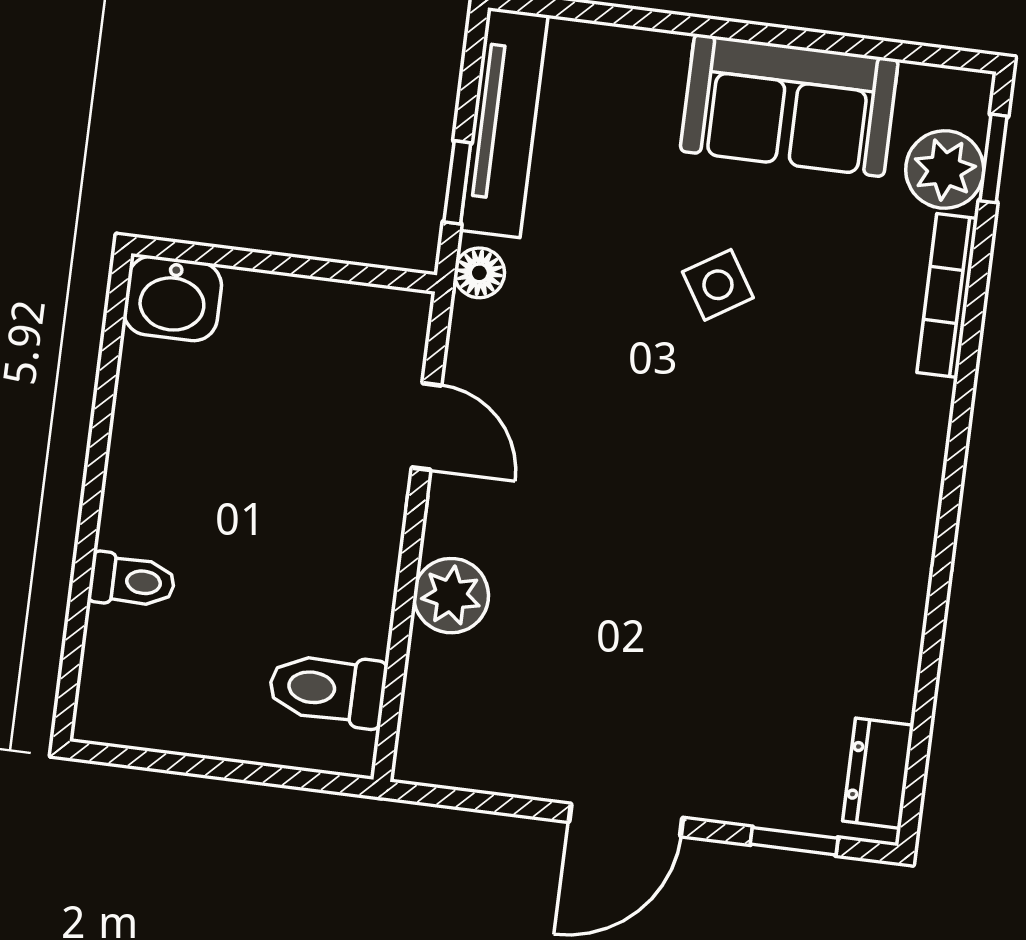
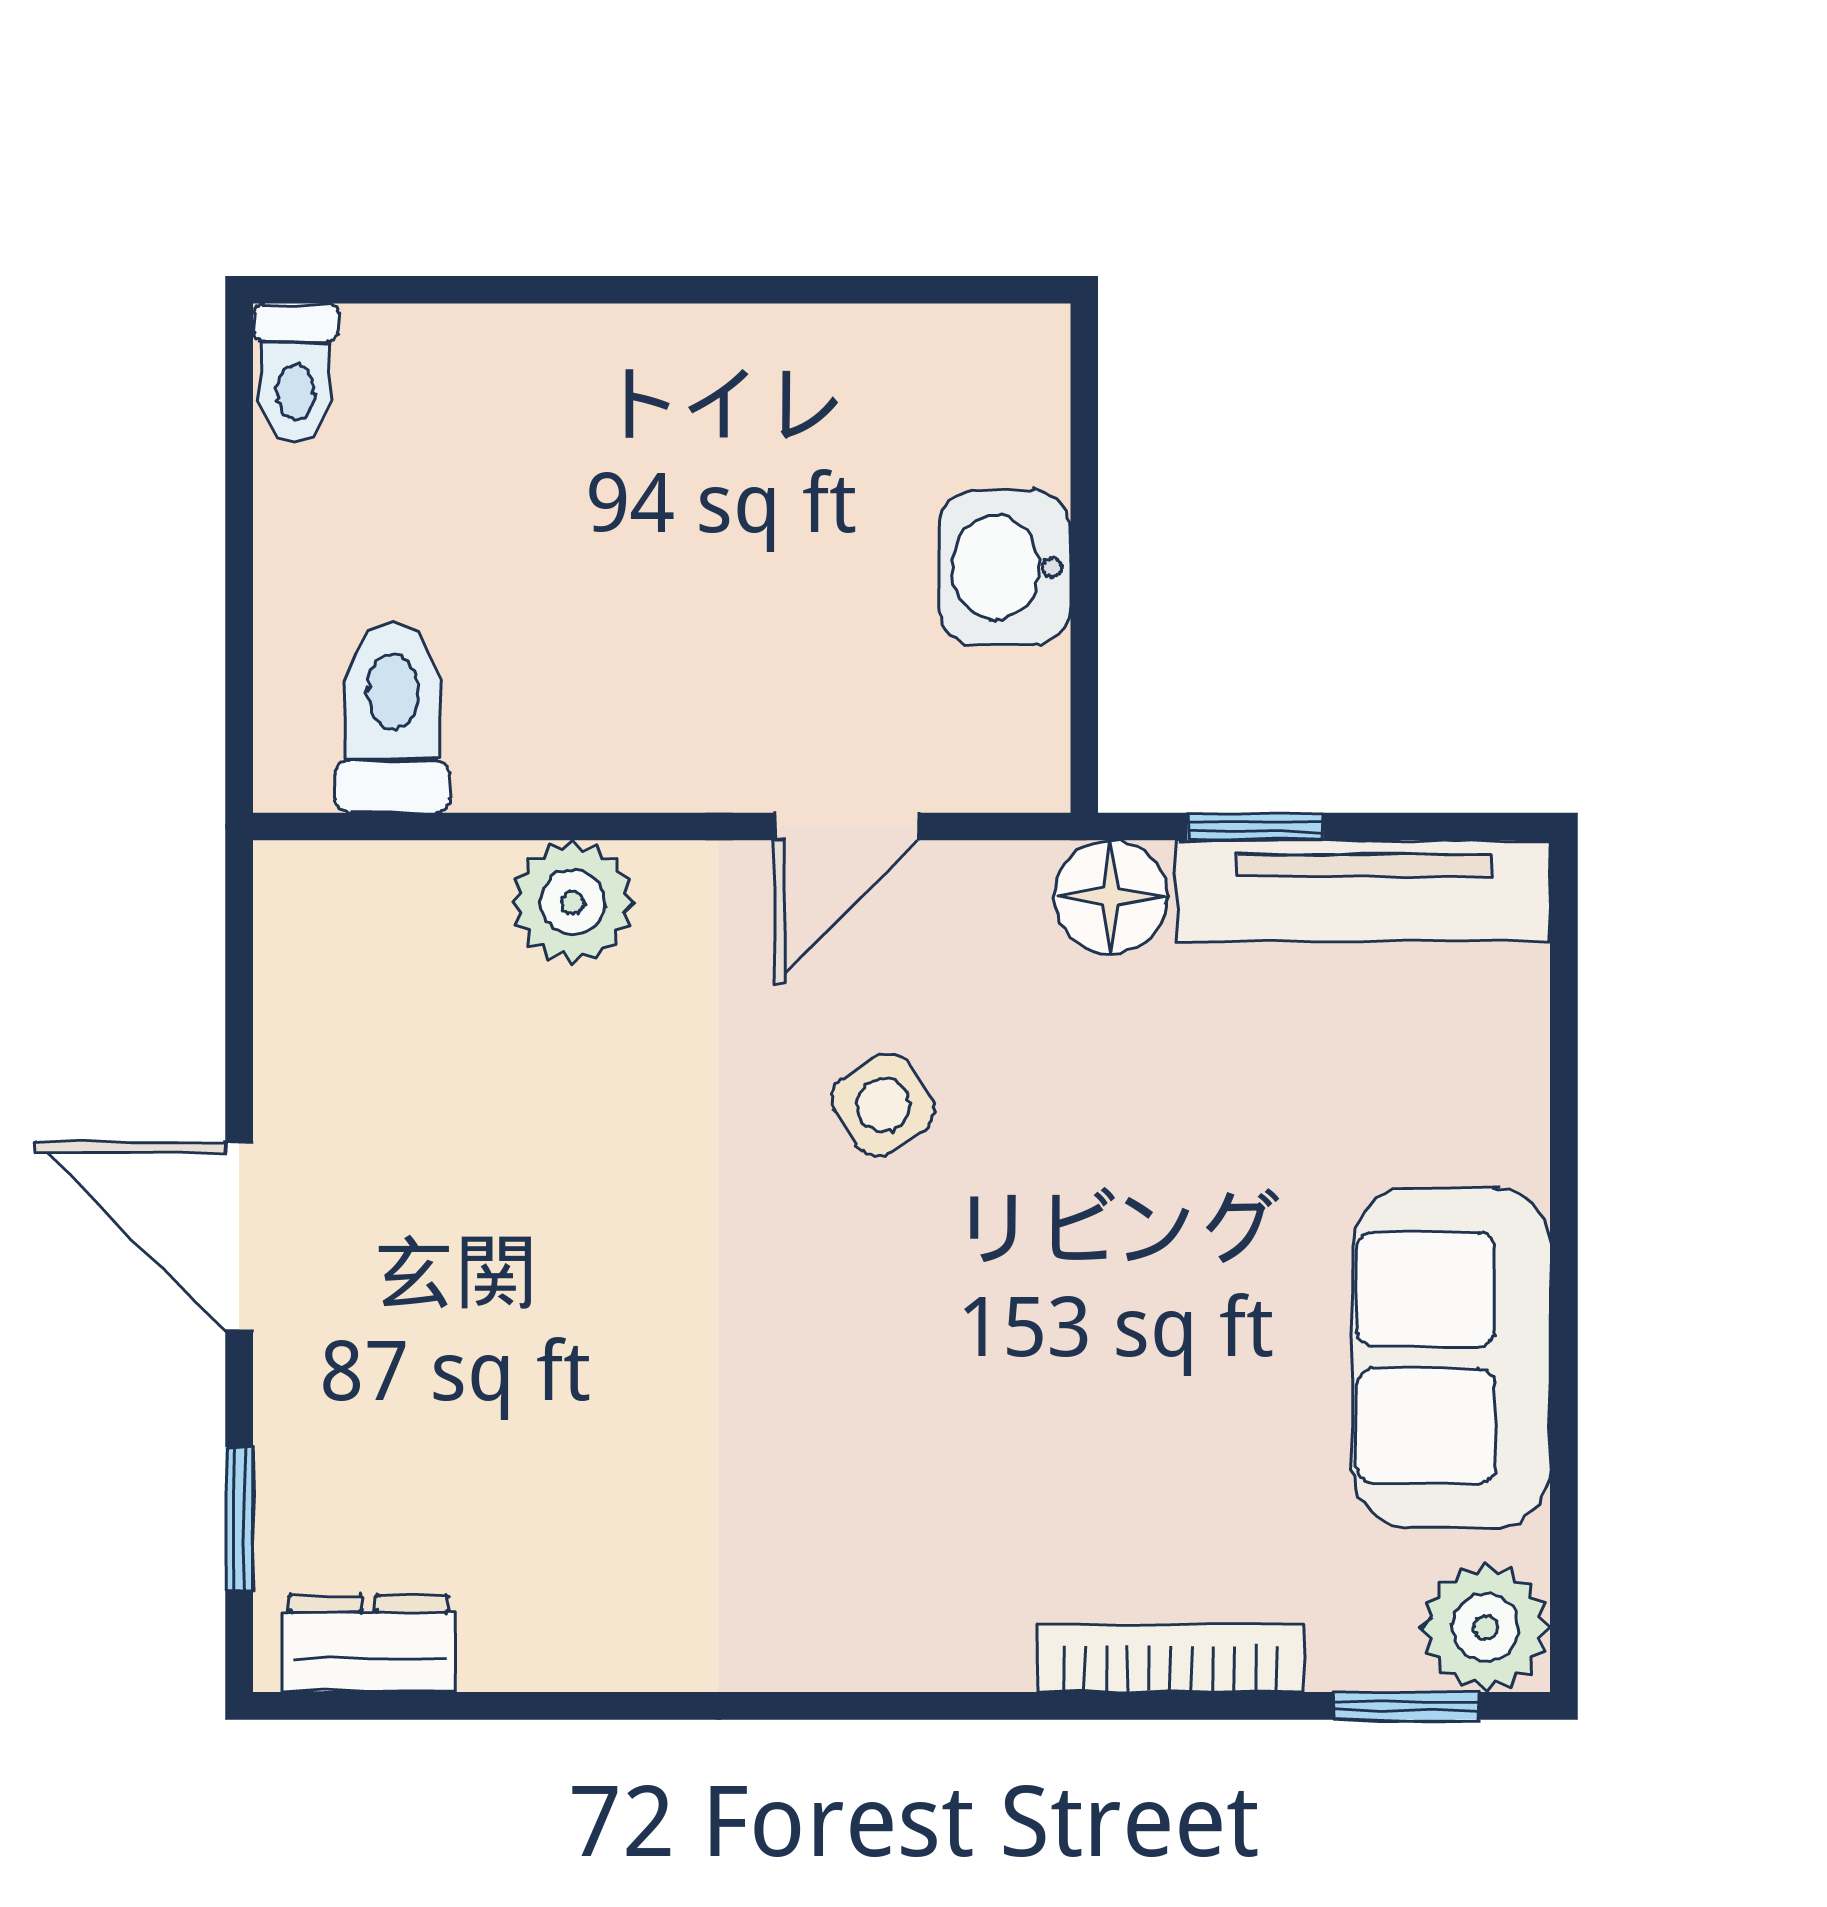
plant: (945, 170) -> (1486, 1627), moved
floor lamp: (479, 273) -> (1111, 897), width x1.37, depth x1.37
side table: (718, 285) -> (883, 1105), moved
washbasin: (173, 298) -> (1005, 568), moved
toilet: (132, 581) -> (296, 373), moved

